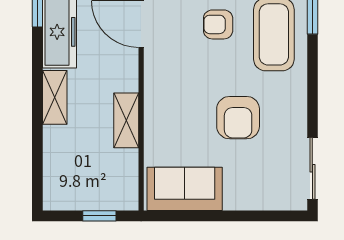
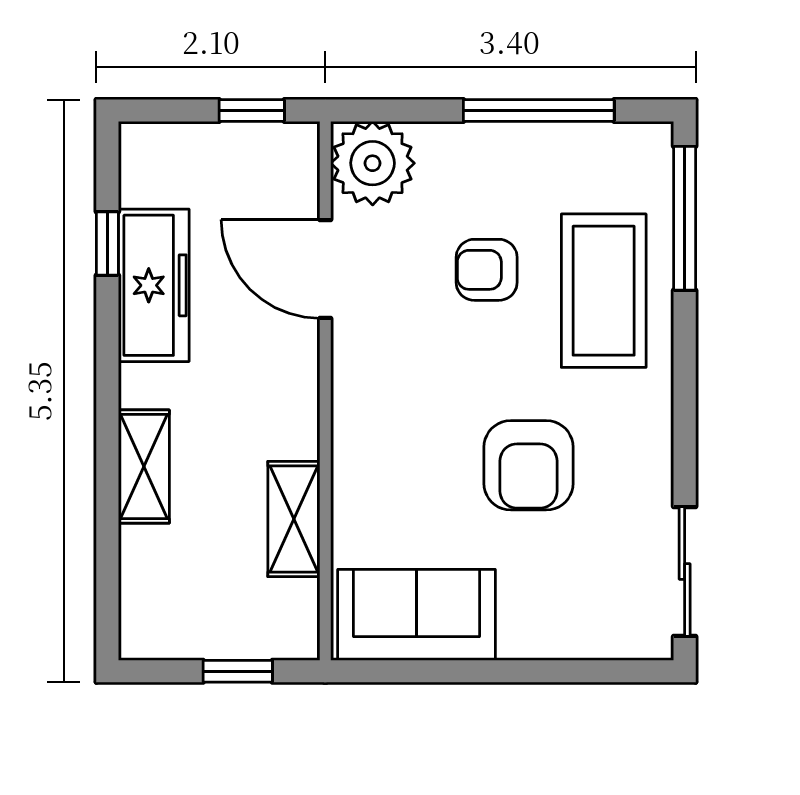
shelving: (55, 97) -> (144, 467), moved
shelving: (126, 120) -> (294, 519), moved

